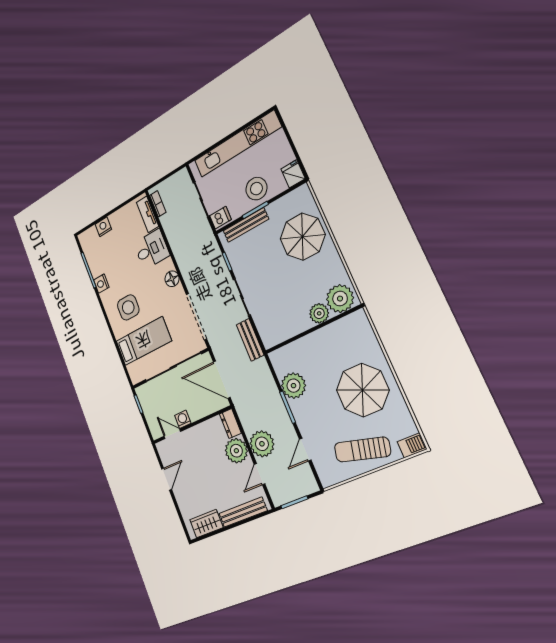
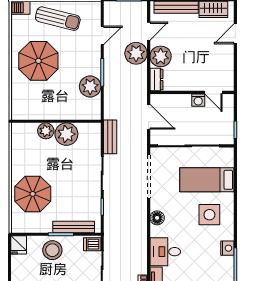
plant: (340, 299) -> (66, 134), moved
door: (222, 380) -> (149, 117), width x0.73
door: (167, 479) -> (235, 34), moved

